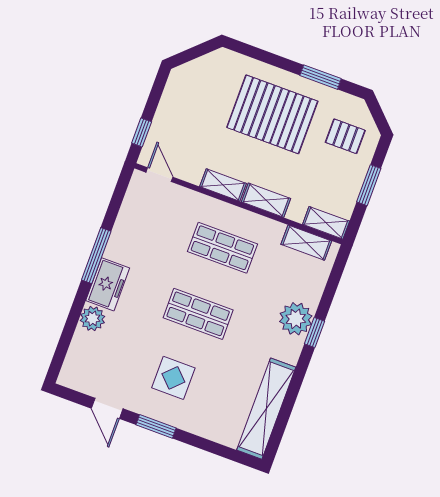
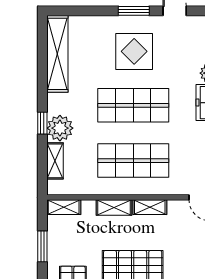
shelving: (306, 243) -> (55, 161), moved, turned 90
shop shelf: (222, 248) -> (133, 161), width x1.43, depth x1.36
shop shelf: (198, 314) -> (133, 105), width x1.43, depth x1.36
display table: (173, 378) -> (134, 51), width x1.36, depth x1.36

